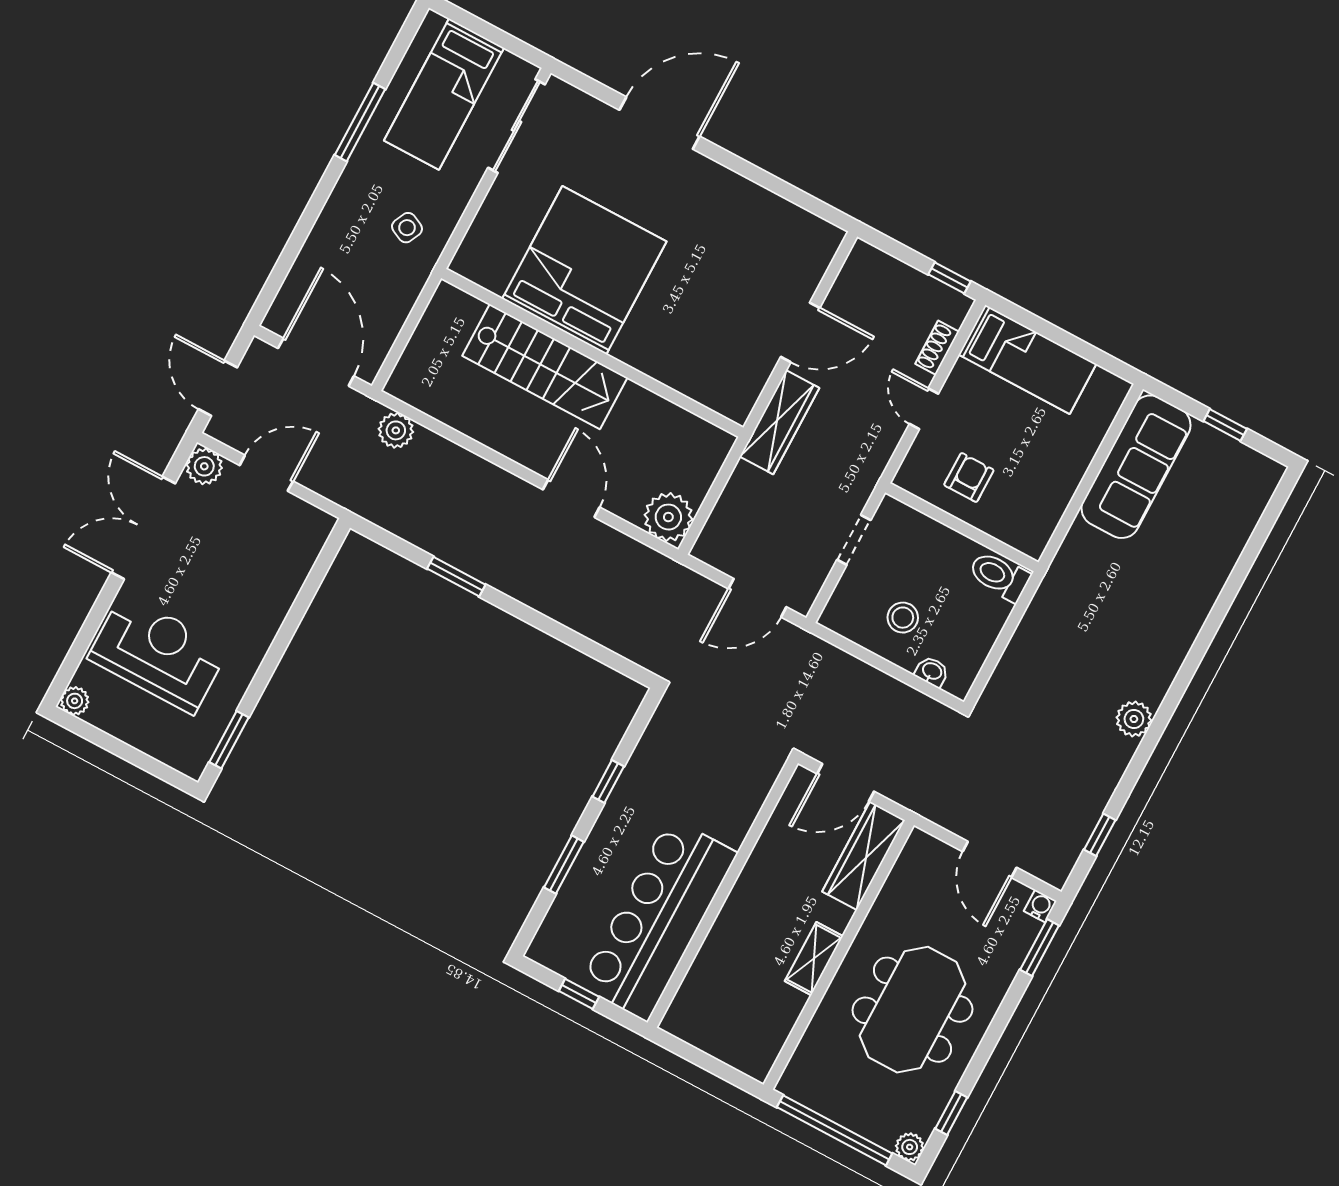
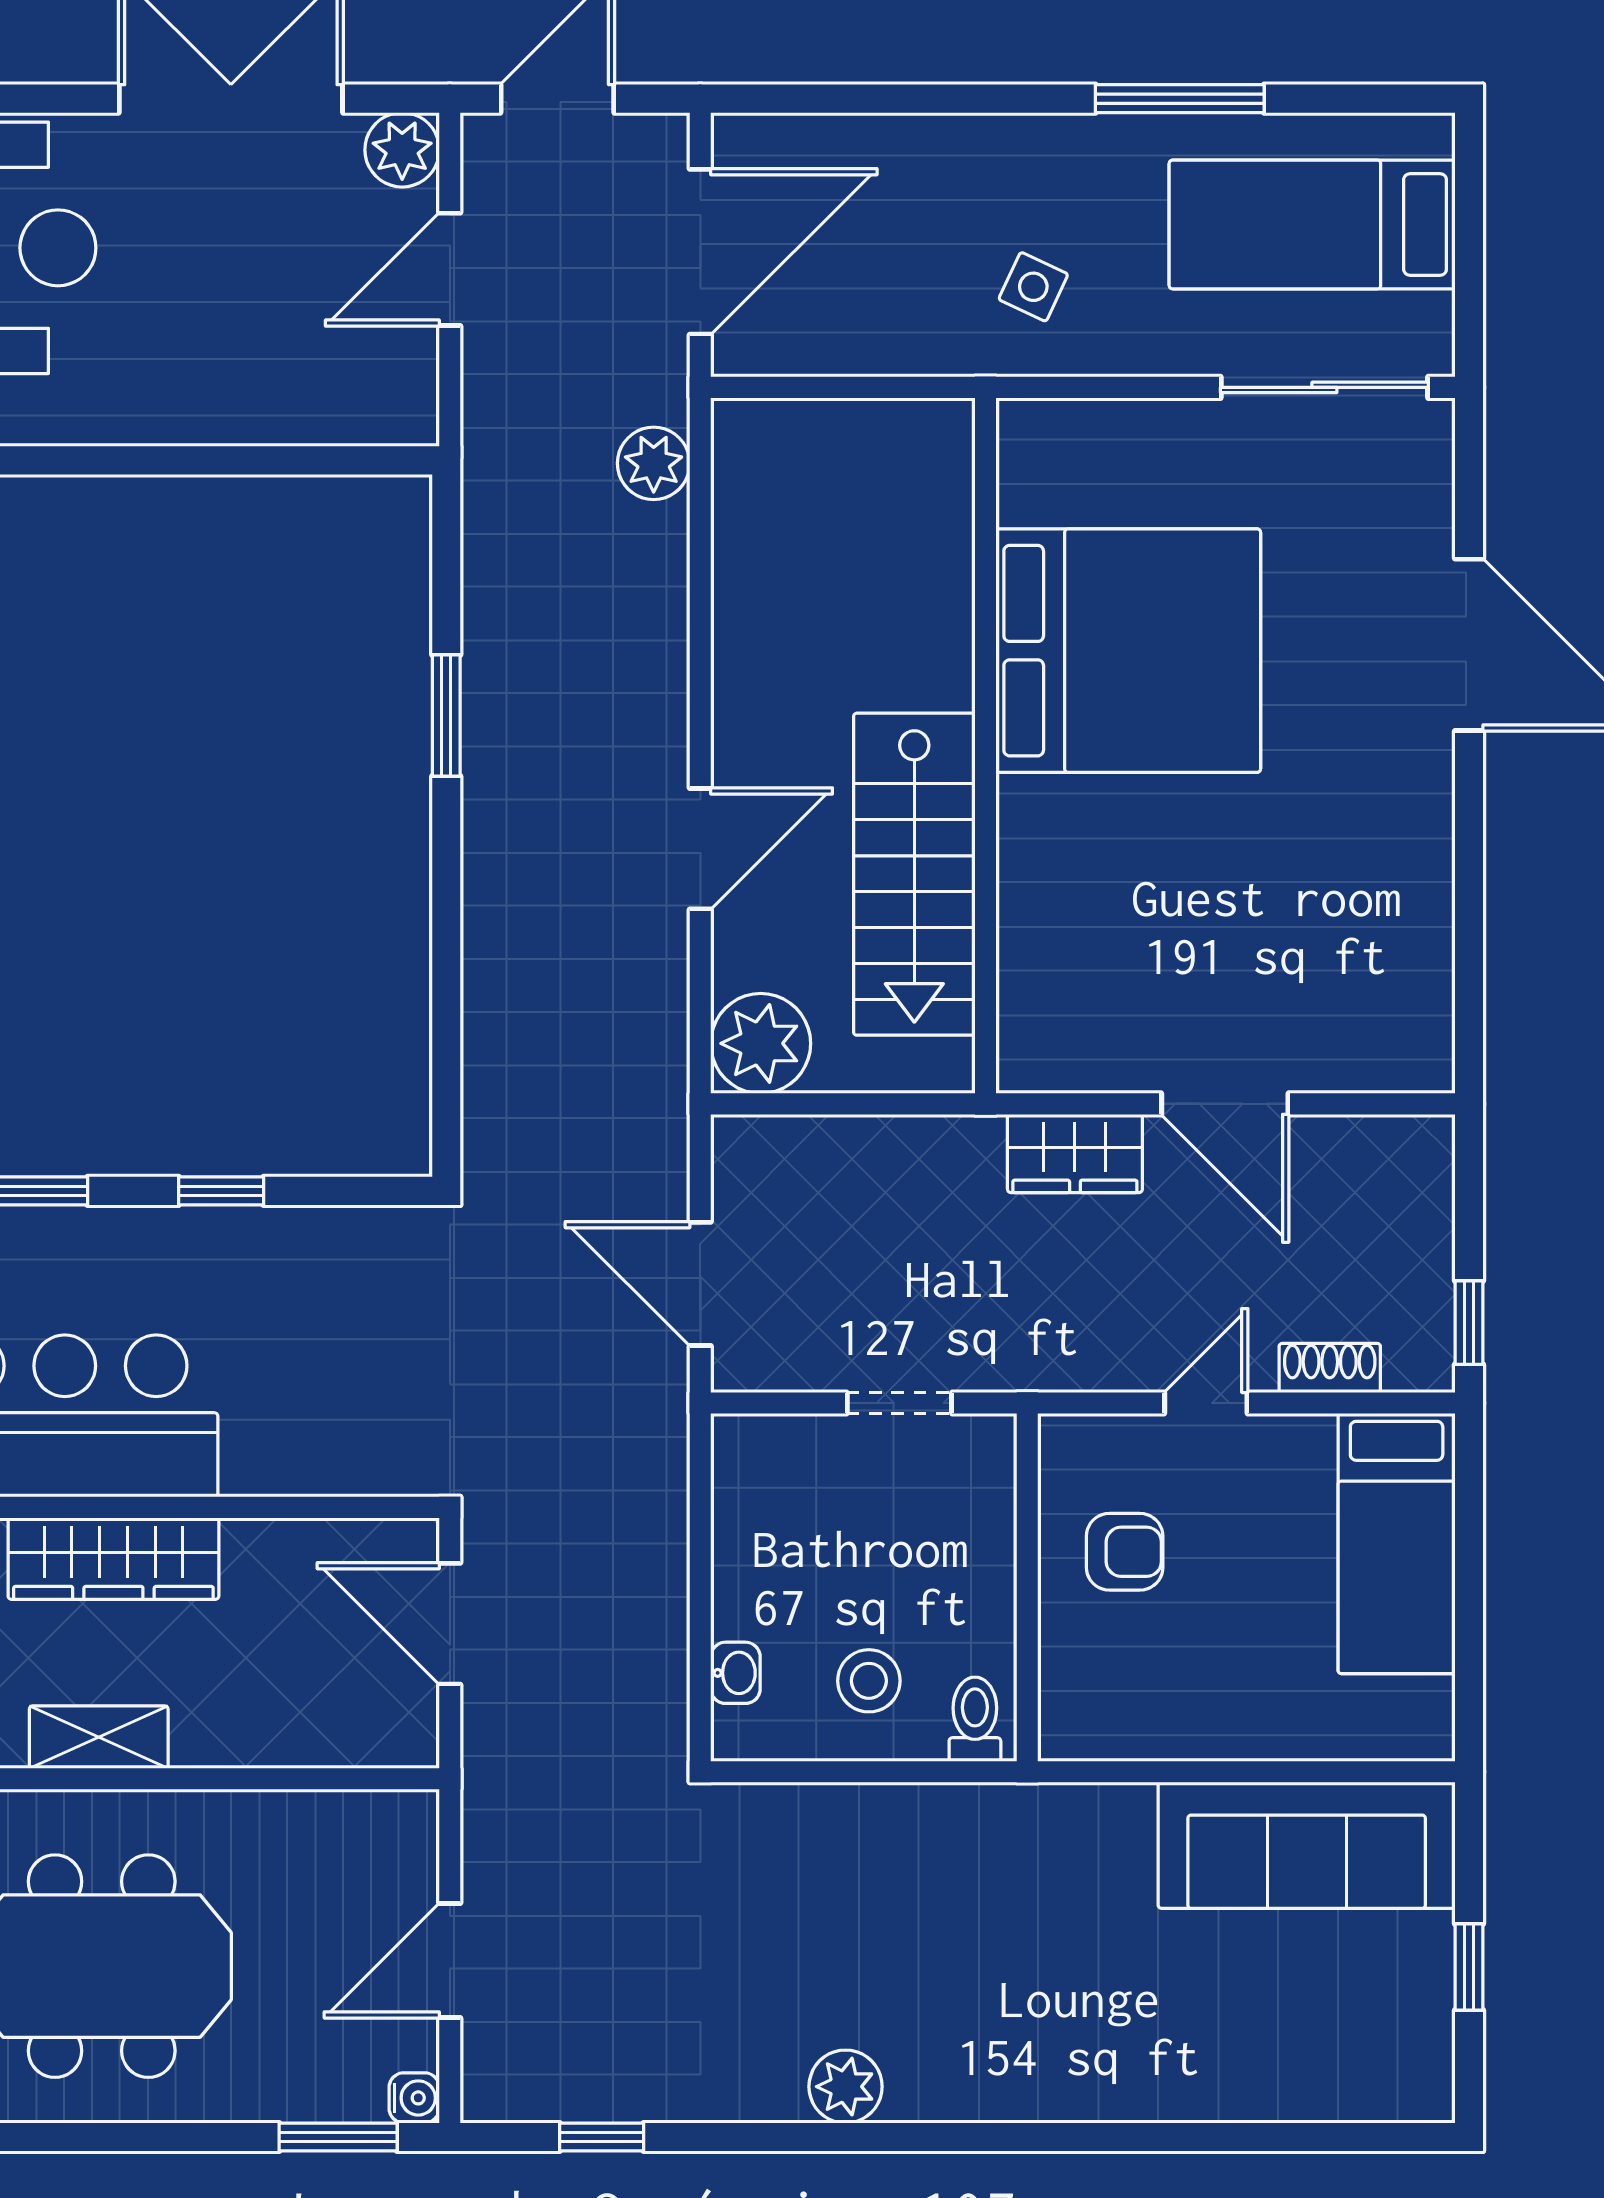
stairs: (545, 367) -> (914, 874), moved
wardrobe: (779, 422) -> (1075, 1153), width x0.67
door: (266, 473) -> (450, 269), swing flipped
toilet: (999, 576) -> (975, 1719), width x0.73, depth x0.72
stool: (903, 618) -> (869, 1681), moved
wardrobe: (864, 856) -> (113, 1559), moved, turned 180

